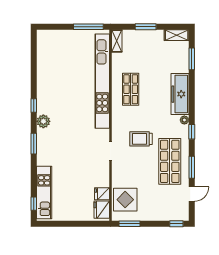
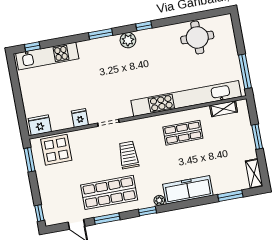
shelving: (117, 41) -> (224, 109), moved
round table: (52, 62) -> (197, 37), added
fridge: (102, 194) -> (80, 118), moved

